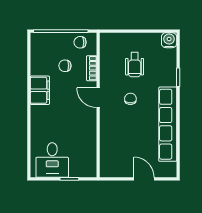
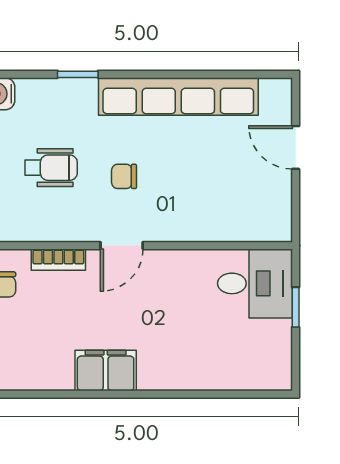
chair: (65, 66) -> (53, 317), removed
desk: (52, 160) -> (255, 283), moved
door: (144, 179) -> (296, 147), hinge flipped

